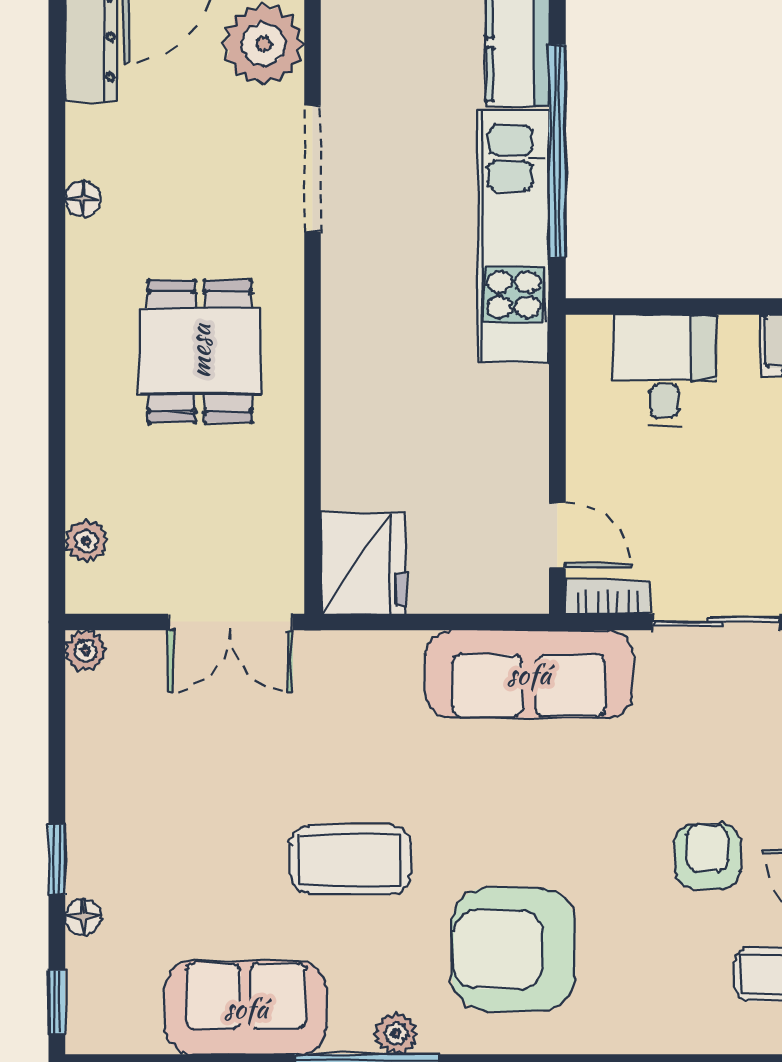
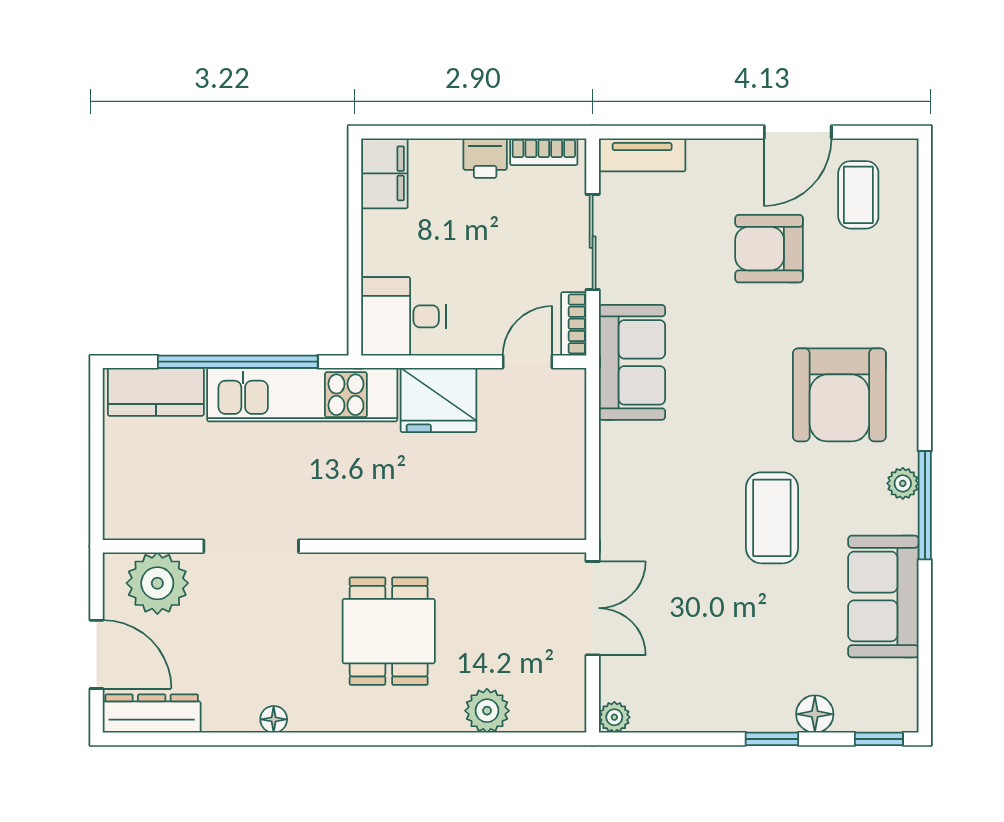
dining table: (200, 351) -> (389, 631), turned 90
desk: (665, 371) -> (403, 316), moved
plant: (86, 541) -> (487, 711), moved, width x1.38, depth x1.38
fridge: (363, 563) -> (438, 400), moved, turned 180
sofa: (529, 674) -> (632, 362), width x0.73
armchair: (707, 856) -> (769, 249), width x1.38, depth x1.38
floor lamp: (83, 917) -> (815, 714), width x1.37, depth x1.37

